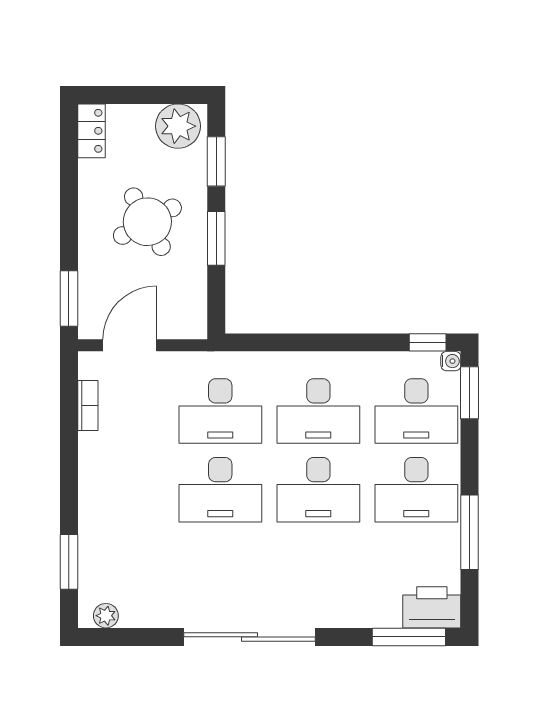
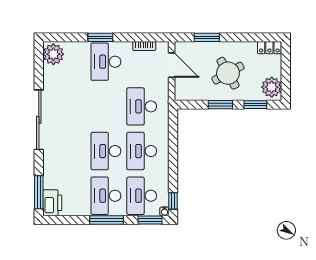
window: (69, 299) -> (207, 37), moved
desk: (220, 490) -> (106, 62), moved
window: (470, 532) -> (106, 220), moved
window: (69, 562) -> (100, 37), moved
plant: (106, 616) -> (53, 54), width x1.88, depth x1.88

